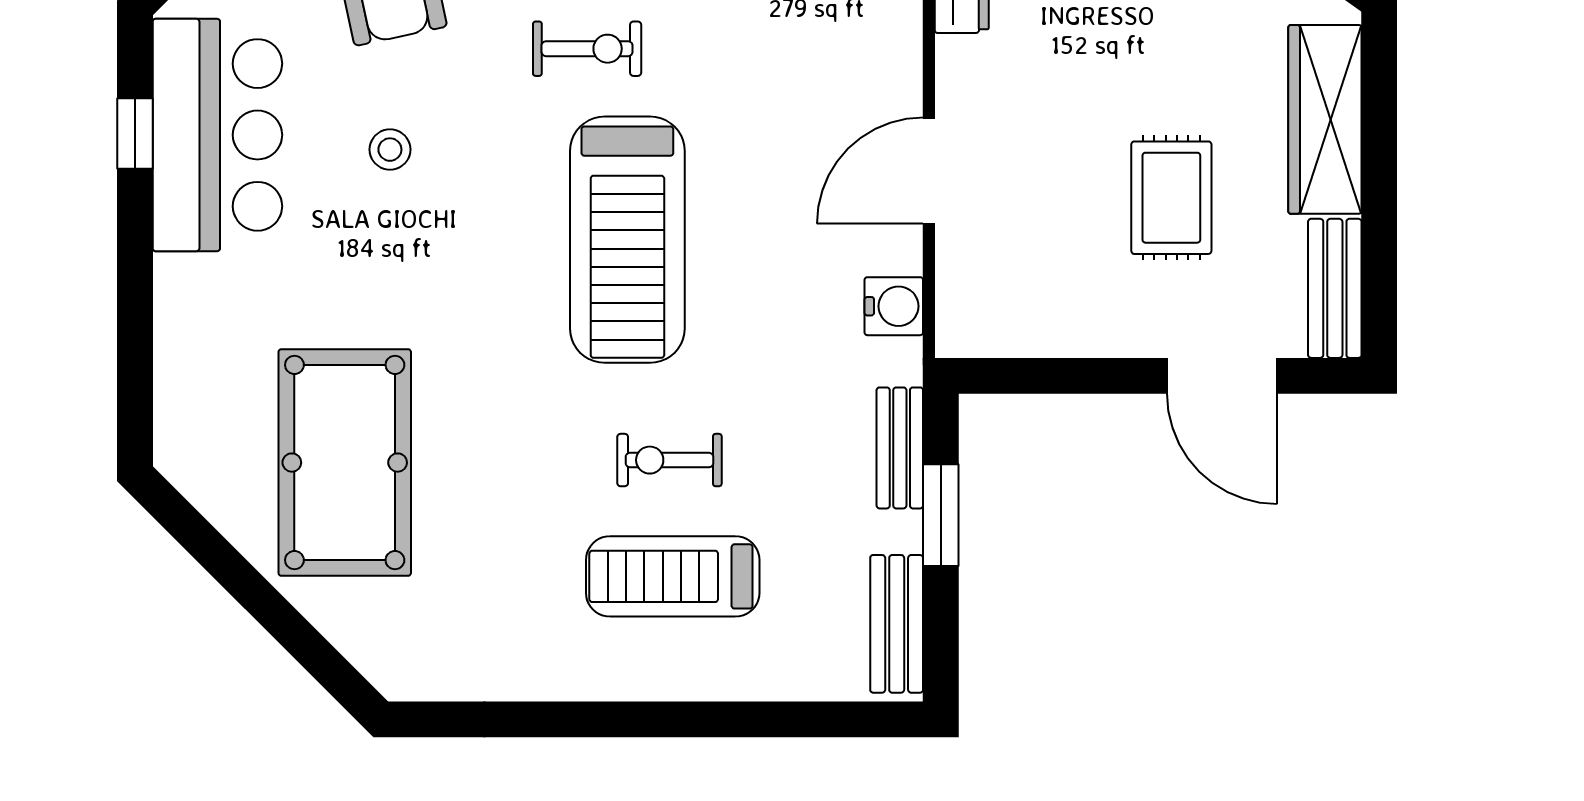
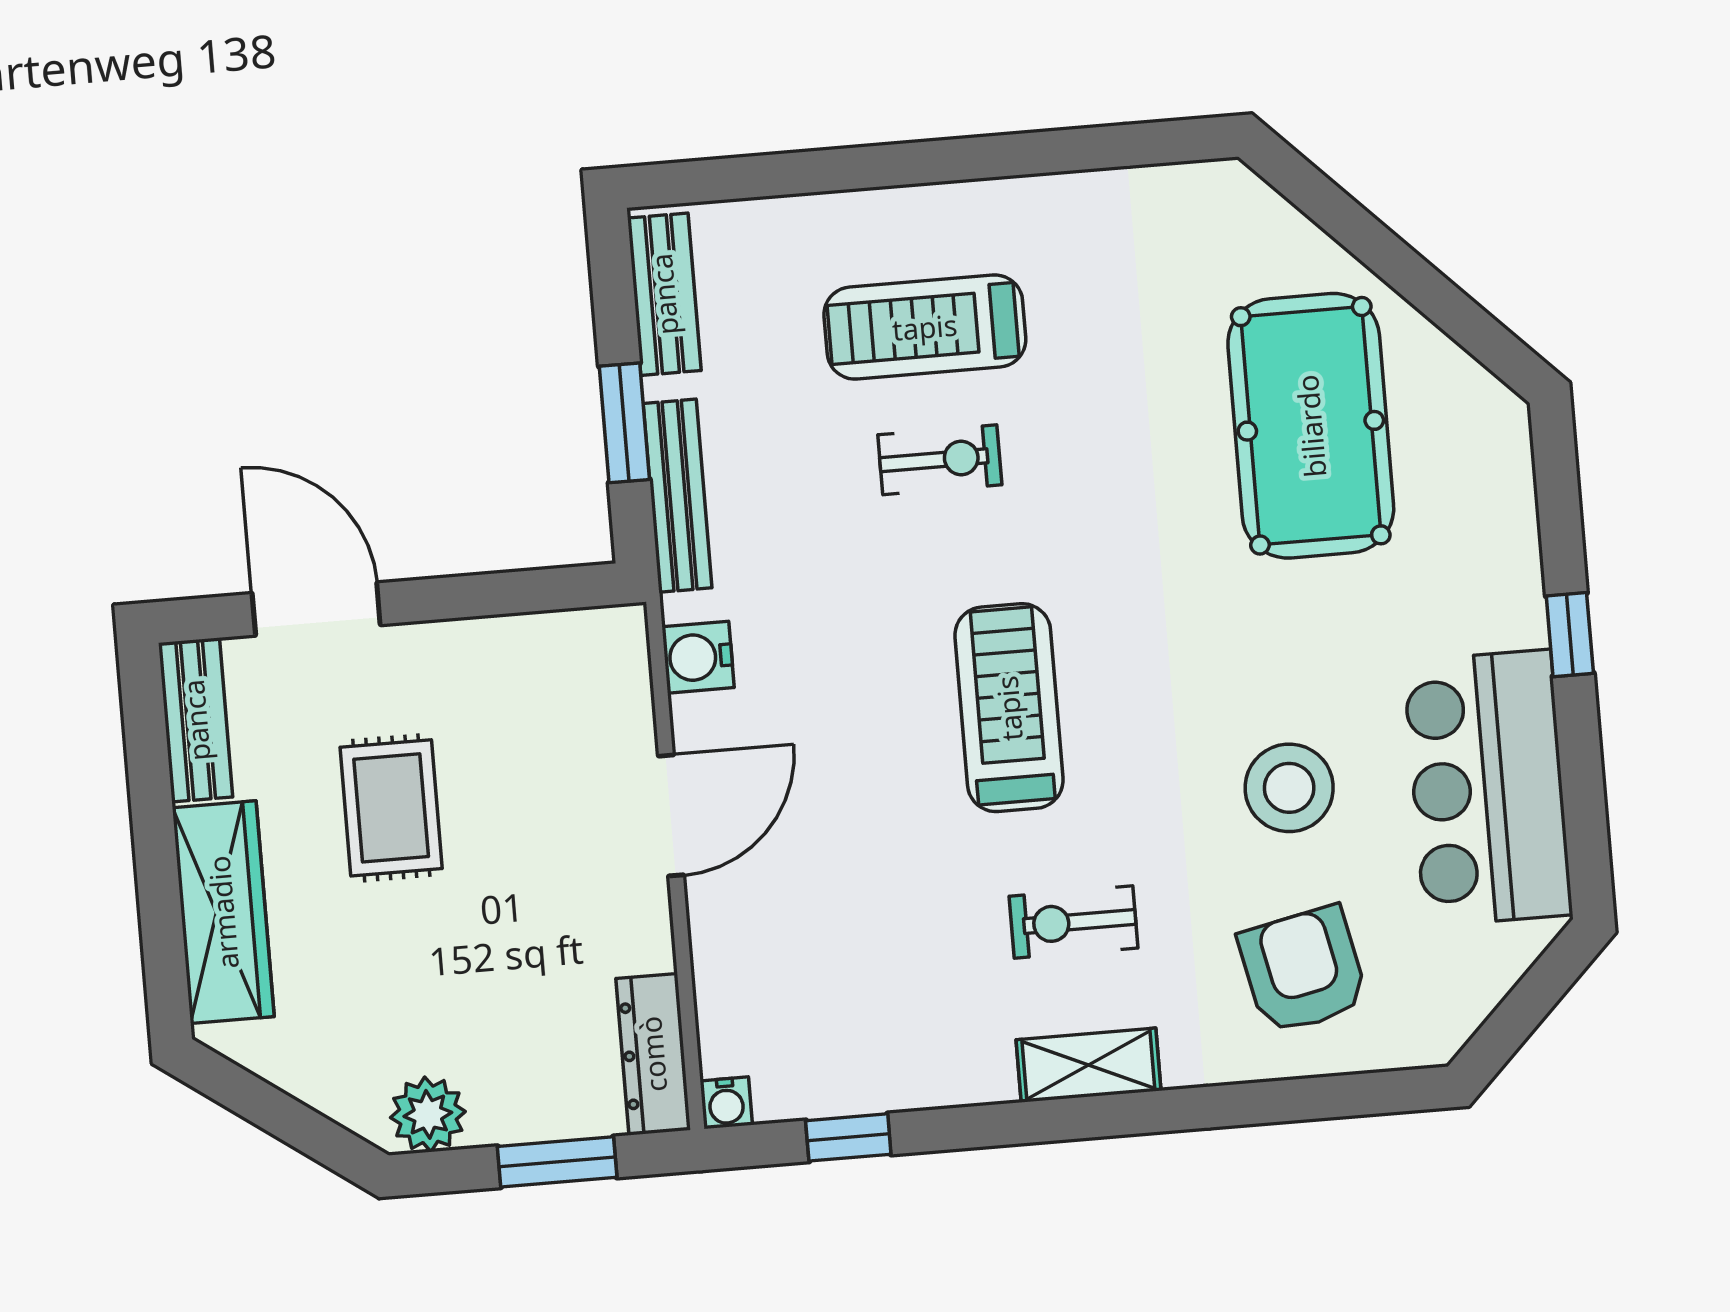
window: (135, 133) -> (1570, 635), moved
stool: (390, 150) -> (1289, 788), width x1.89, depth x1.89
treadmill: (627, 240) -> (1009, 708), width x0.73, depth x0.73
bench: (900, 448) -> (678, 496), width x1.36
treadmill: (673, 576) -> (925, 327), turned 180

